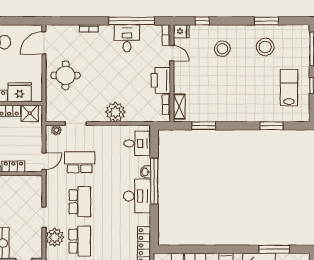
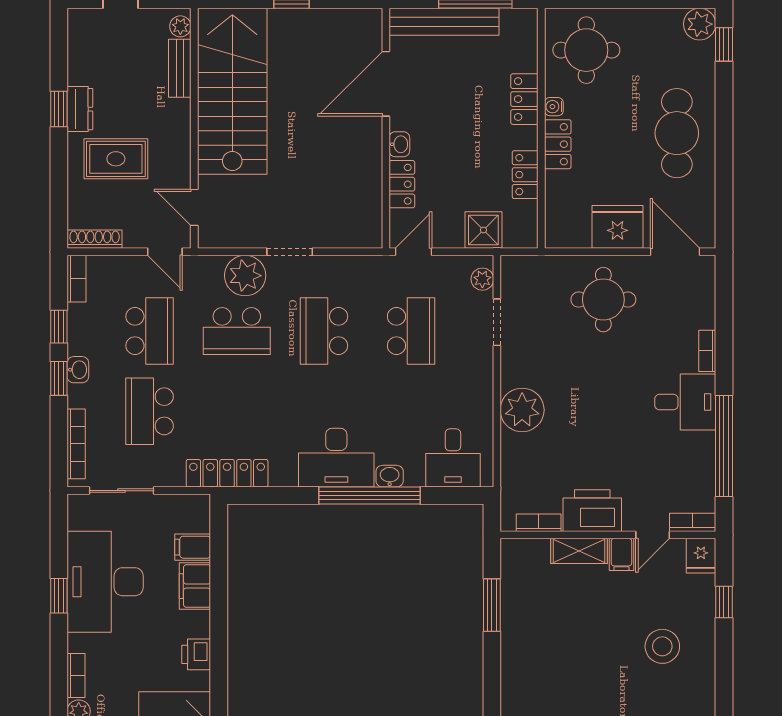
desk: (127, 38) -> (685, 402), moved
filing cabinet: (181, 67) -> (621, 554), added
fridge: (20, 92) -> (617, 227), moved, turned -90
shelving: (179, 107) -> (579, 551), moved
shower: (30, 113) -> (483, 230), moved
door: (44, 161) -> (413, 252), swing flipped
school desk: (80, 202) -> (324, 331), turned 90

